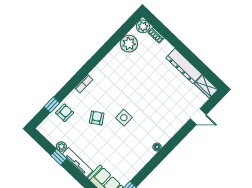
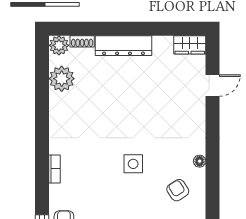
dresser: (184, 66) -> (124, 46), moved
armchair: (97, 118) -> (178, 190), moved

